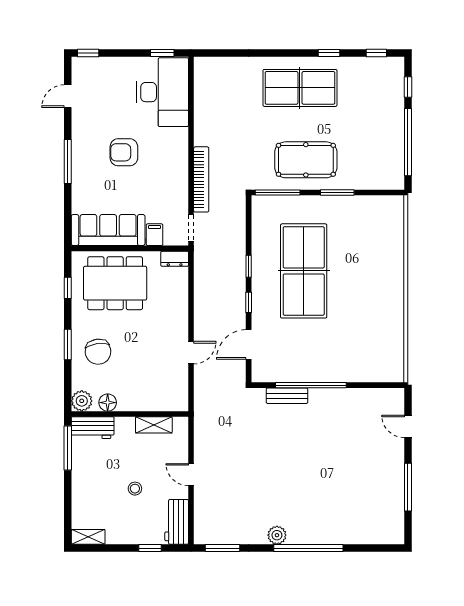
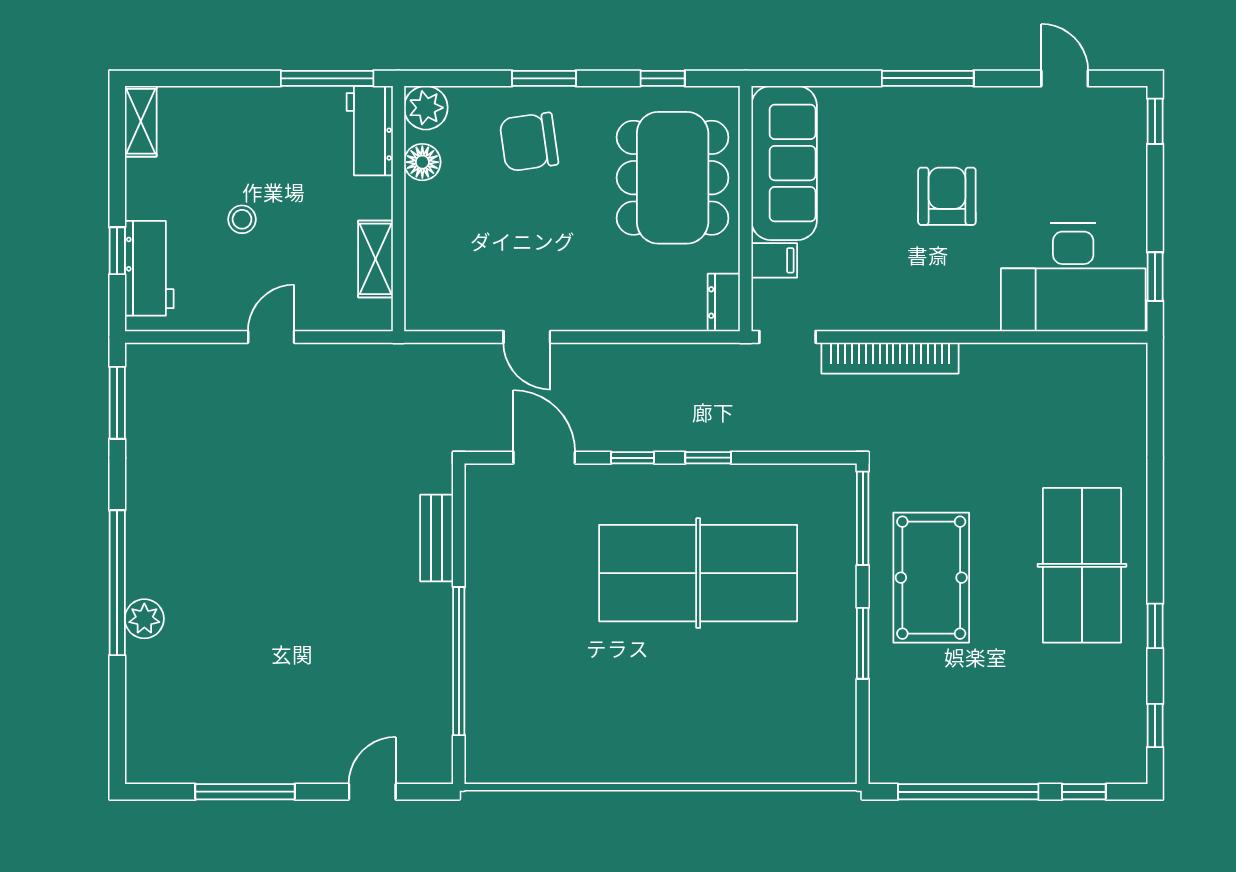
window: (311, 385) -> (459, 661), moved
workbench: (177, 522) -> (149, 268), moved, turned 90
plant: (277, 535) -> (144, 619), moved

